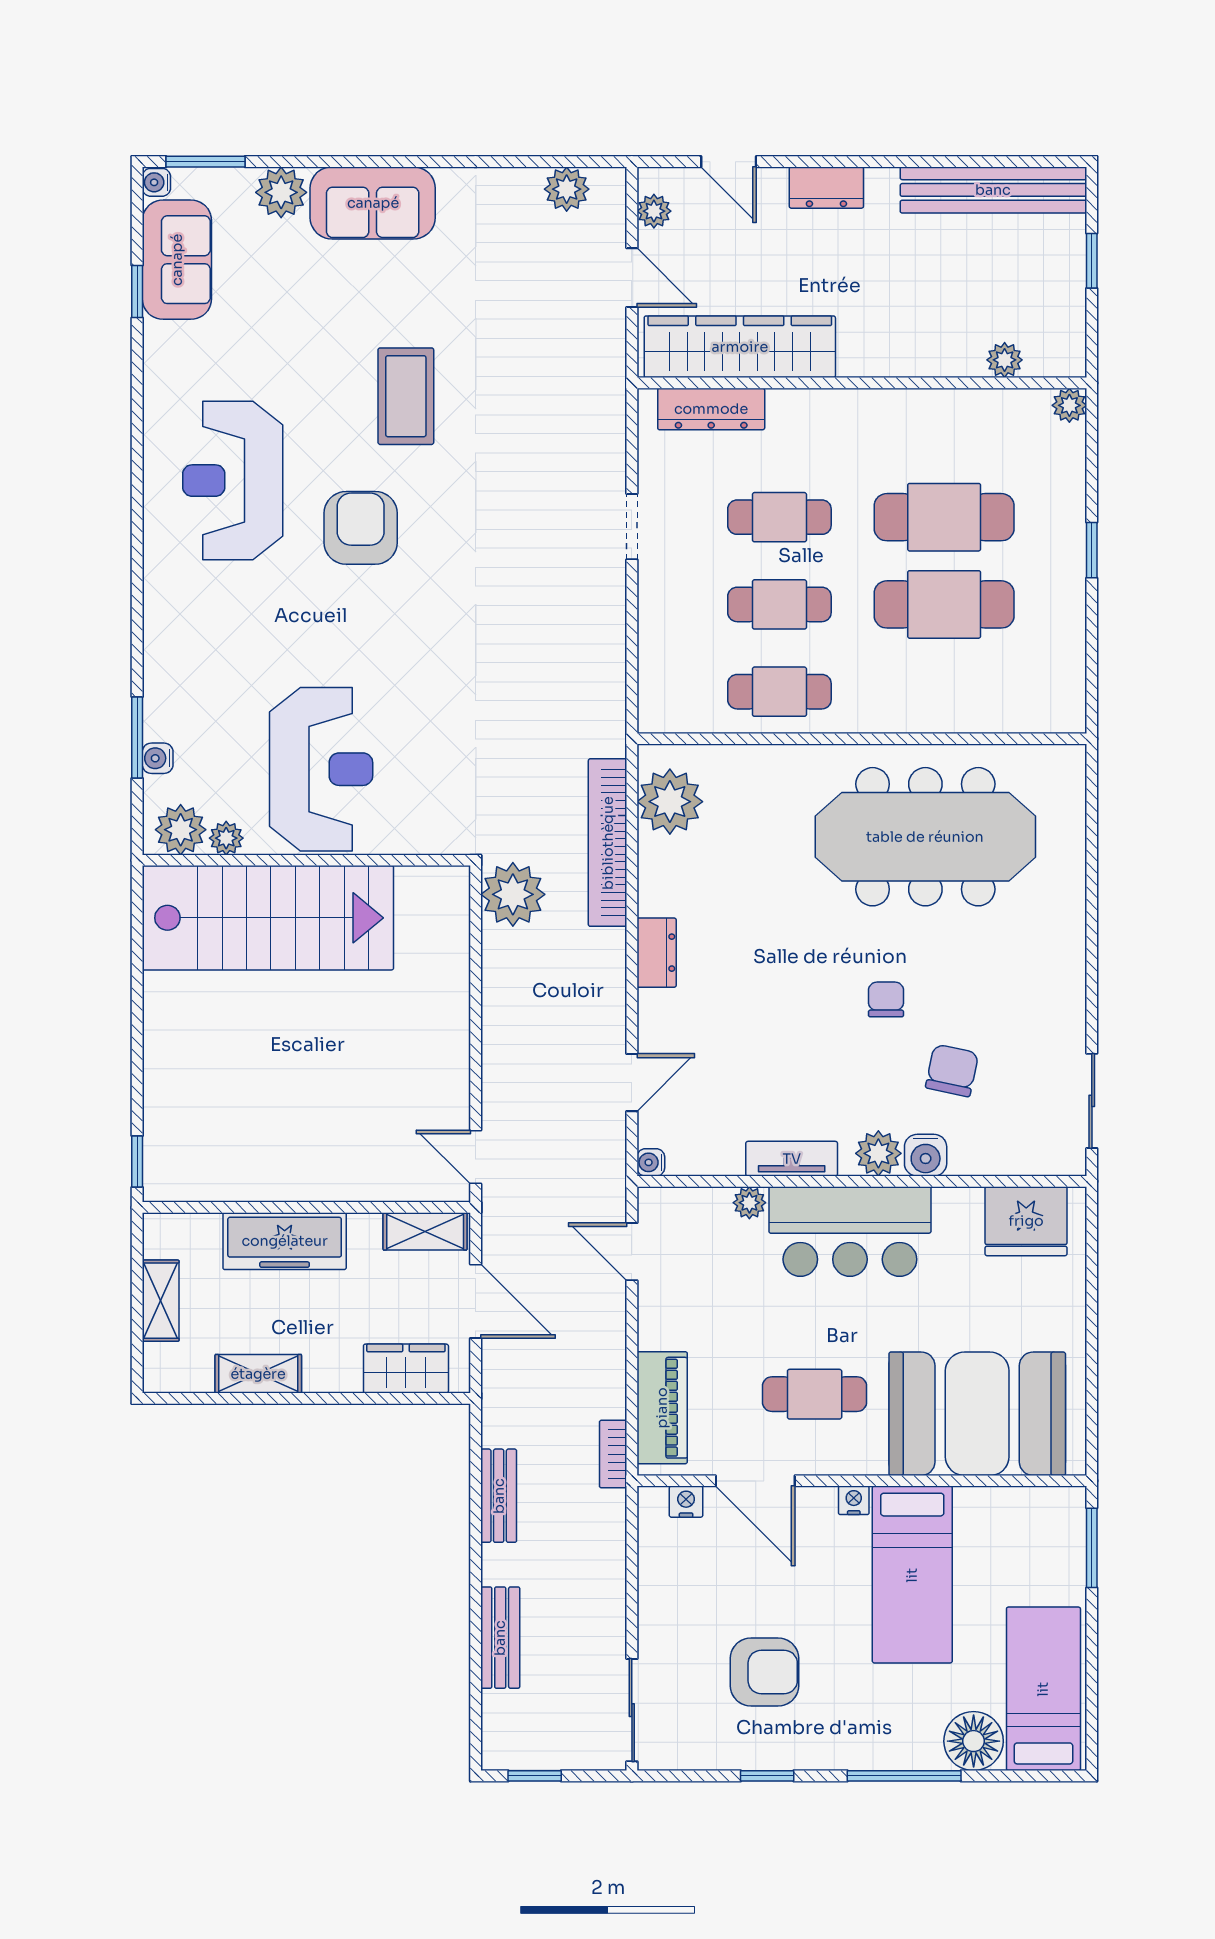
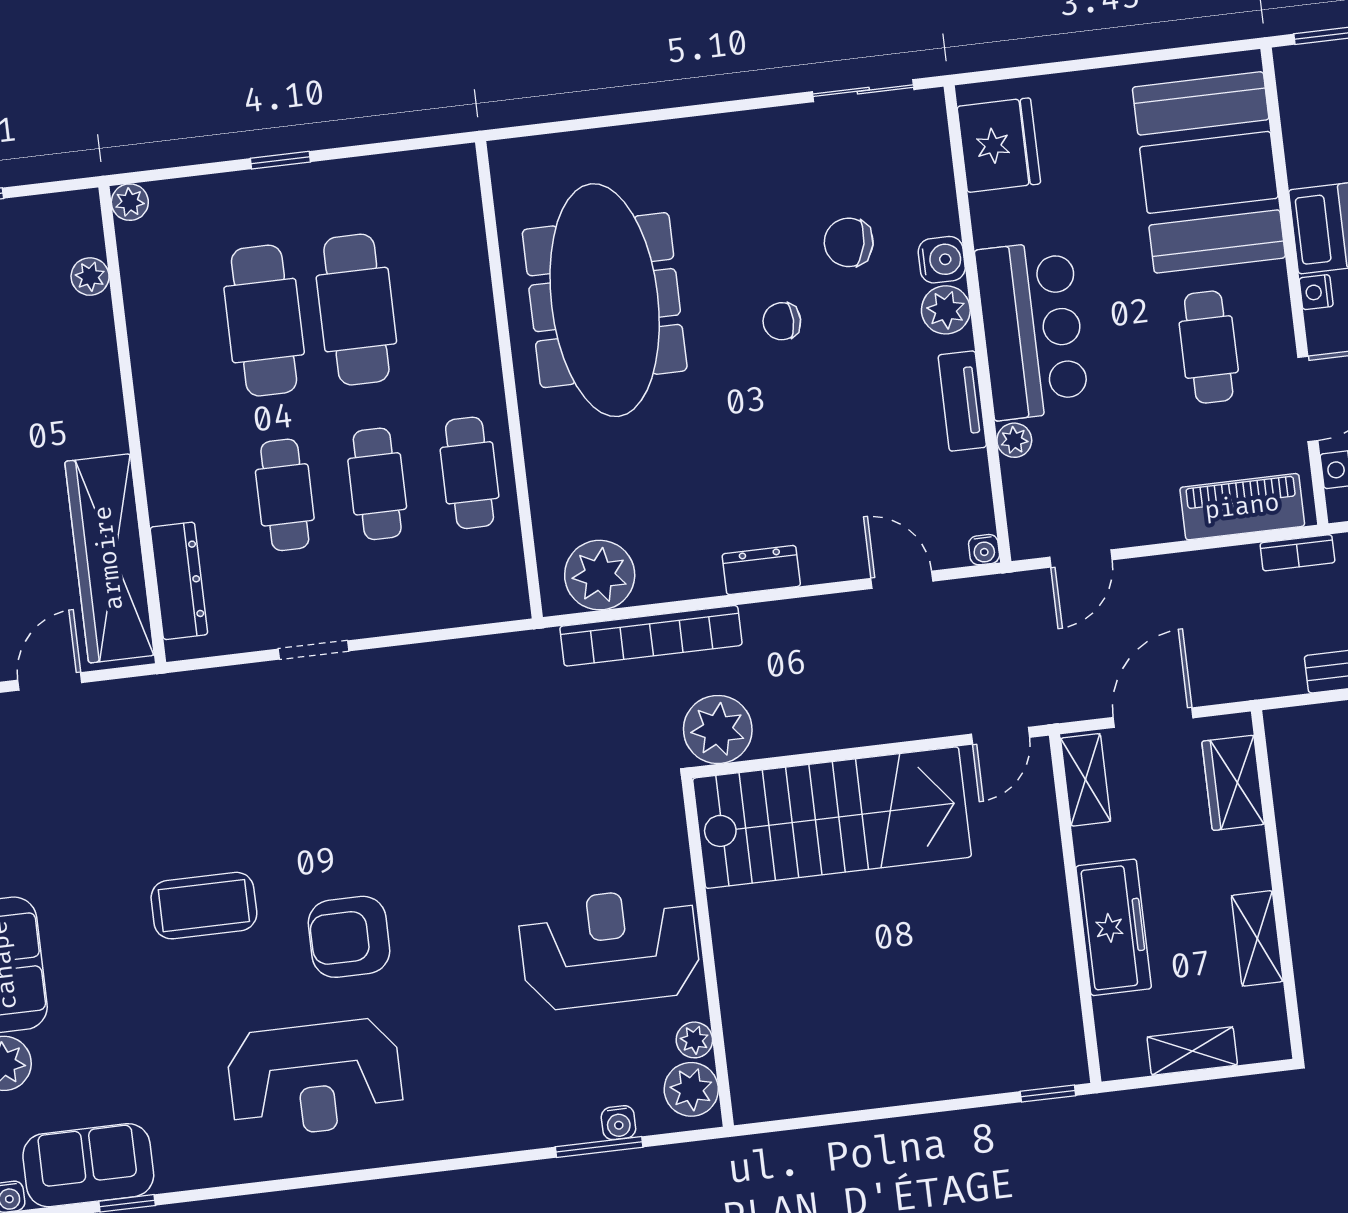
stairs: (268, 918) -> (832, 818), moved, turned 90

